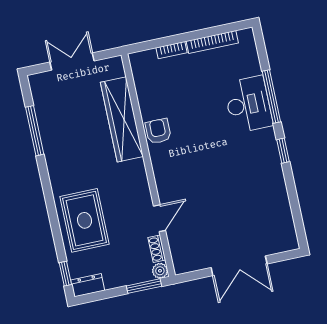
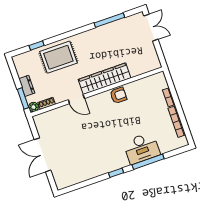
double door: (72, 61) -> (151, 28), moved
wardrobe: (122, 119) -> (105, 79), moved
door: (160, 218) -> (76, 99), moved
window: (65, 274) -> (37, 45), moved
dresser: (88, 285) -> (27, 86), moved

